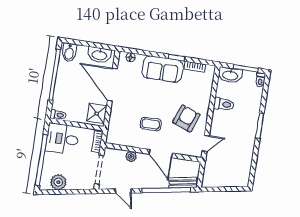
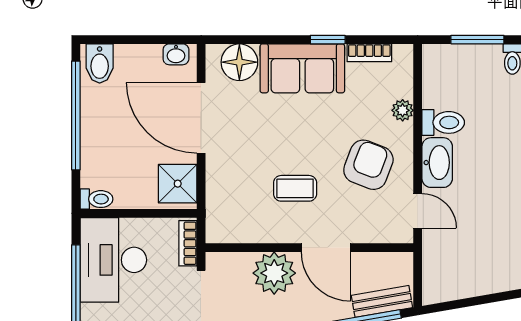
washbasin: (99, 55) -> (176, 54), width x0.52, depth x0.69
floor lamp: (131, 57) -> (239, 62), width x1.89, depth x1.89
washbasin: (230, 75) -> (437, 163), moved, turned -90
plant: (206, 96) -> (403, 110), added
desk: (62, 139) -> (113, 260), width x1.37
door: (206, 143) -> (418, 211), hinge flipped
plant: (131, 156) -> (274, 273), width x1.88, depth x1.88

